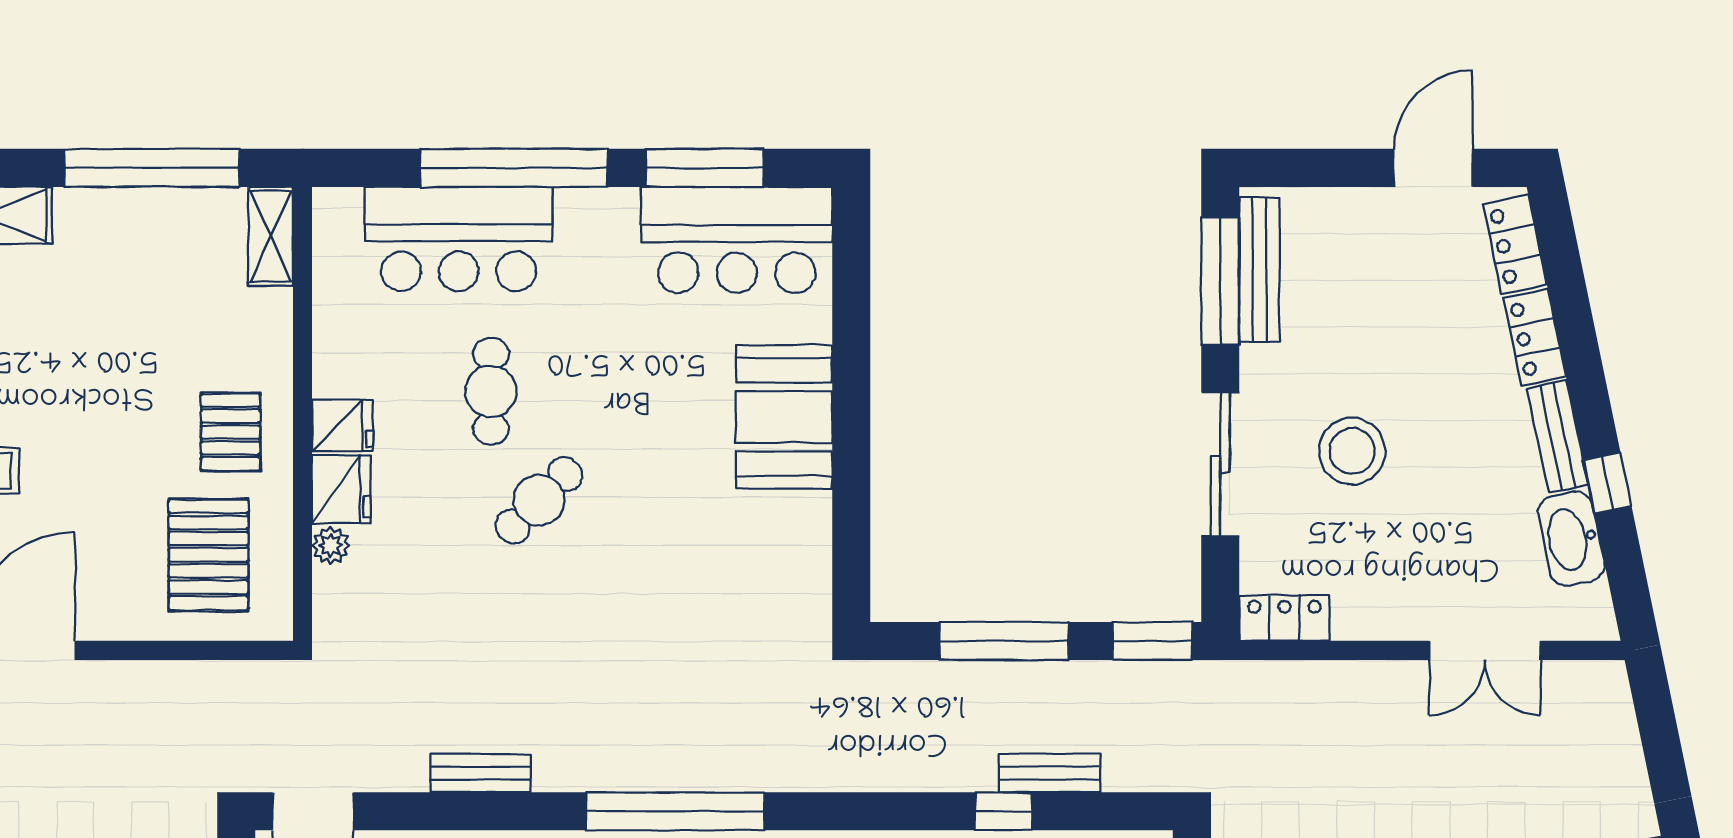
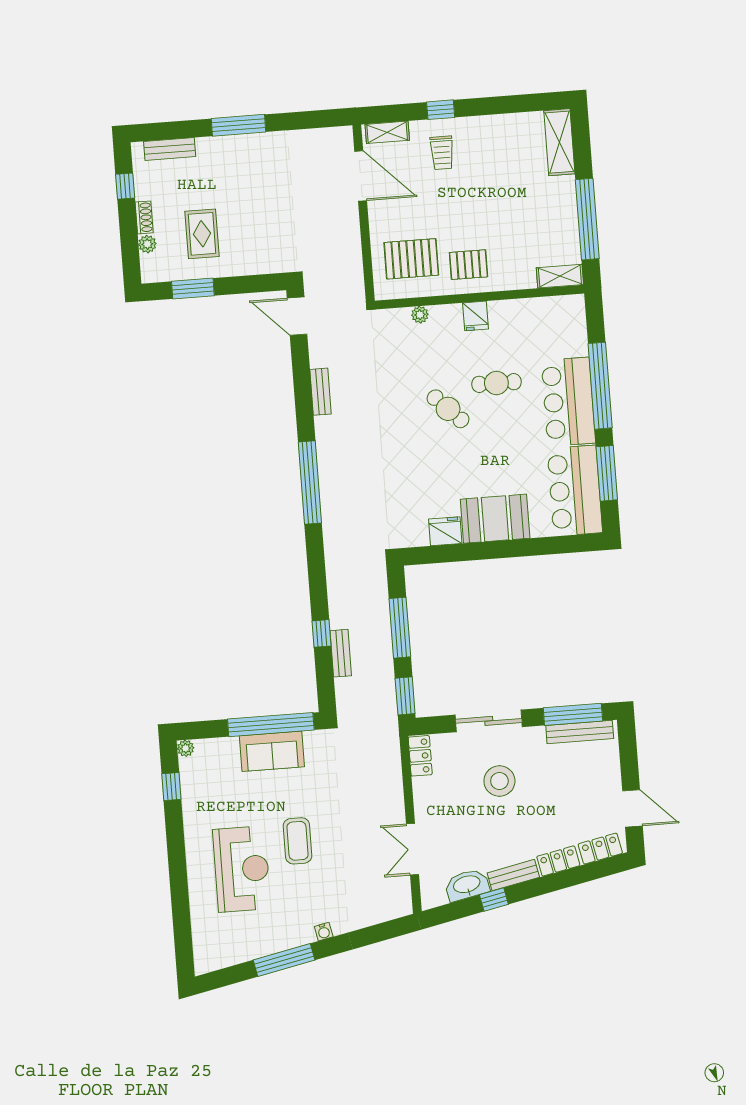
bar counter: (459, 239) -> (568, 402), moved
fridge: (341, 489) -> (445, 531), moved, turned 180

